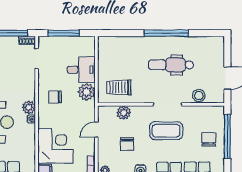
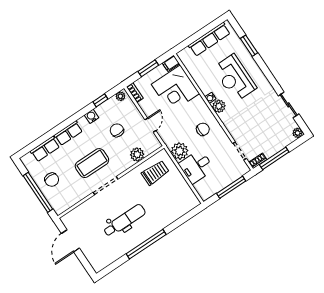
stool: (199, 96) -> (84, 210), removed

